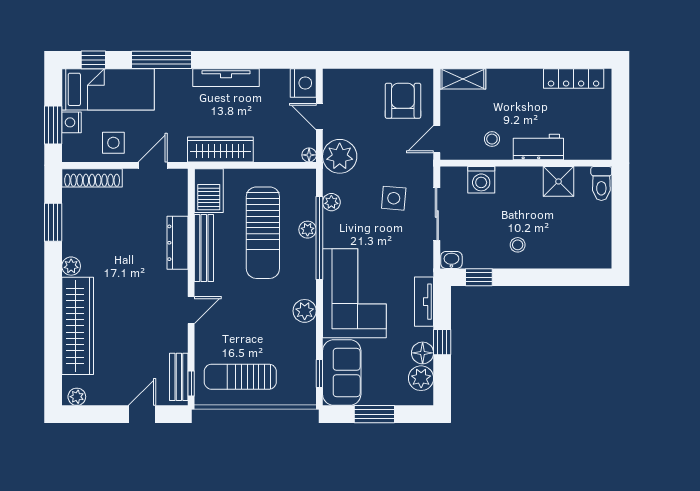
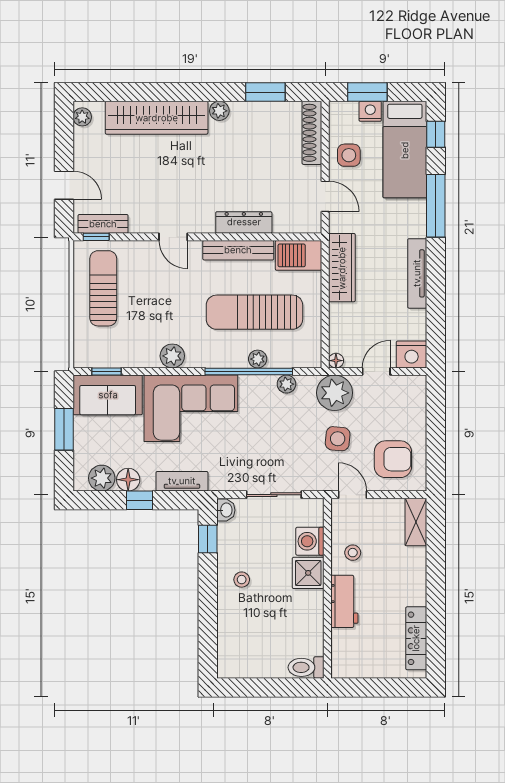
shower: (558, 181) -> (308, 573), moved
side table: (394, 198) -> (338, 439), moved

